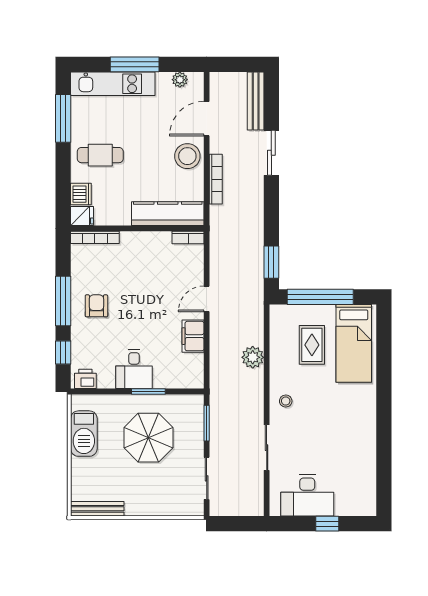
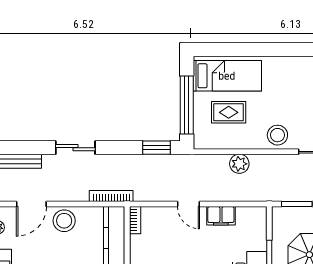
door: (207, 119) -> (31, 204), hinge flipped
sliding door: (271, 153) -> (75, 148), moved
bookcase: (216, 179) -> (111, 196), moved
stool: (286, 401) -> (277, 135), width x1.89, depth x1.89

